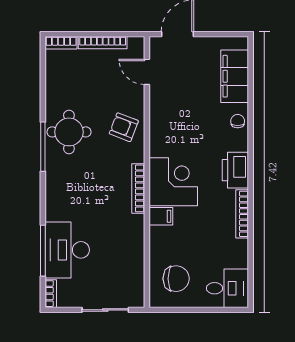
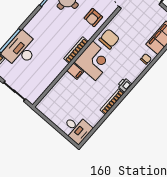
armchair: (124, 127) -> (93, 18), turned -111
printer: (235, 170) -> (125, 85), width x0.53, depth x0.68
chair: (176, 279) -> (109, 39), moved, turned -90

